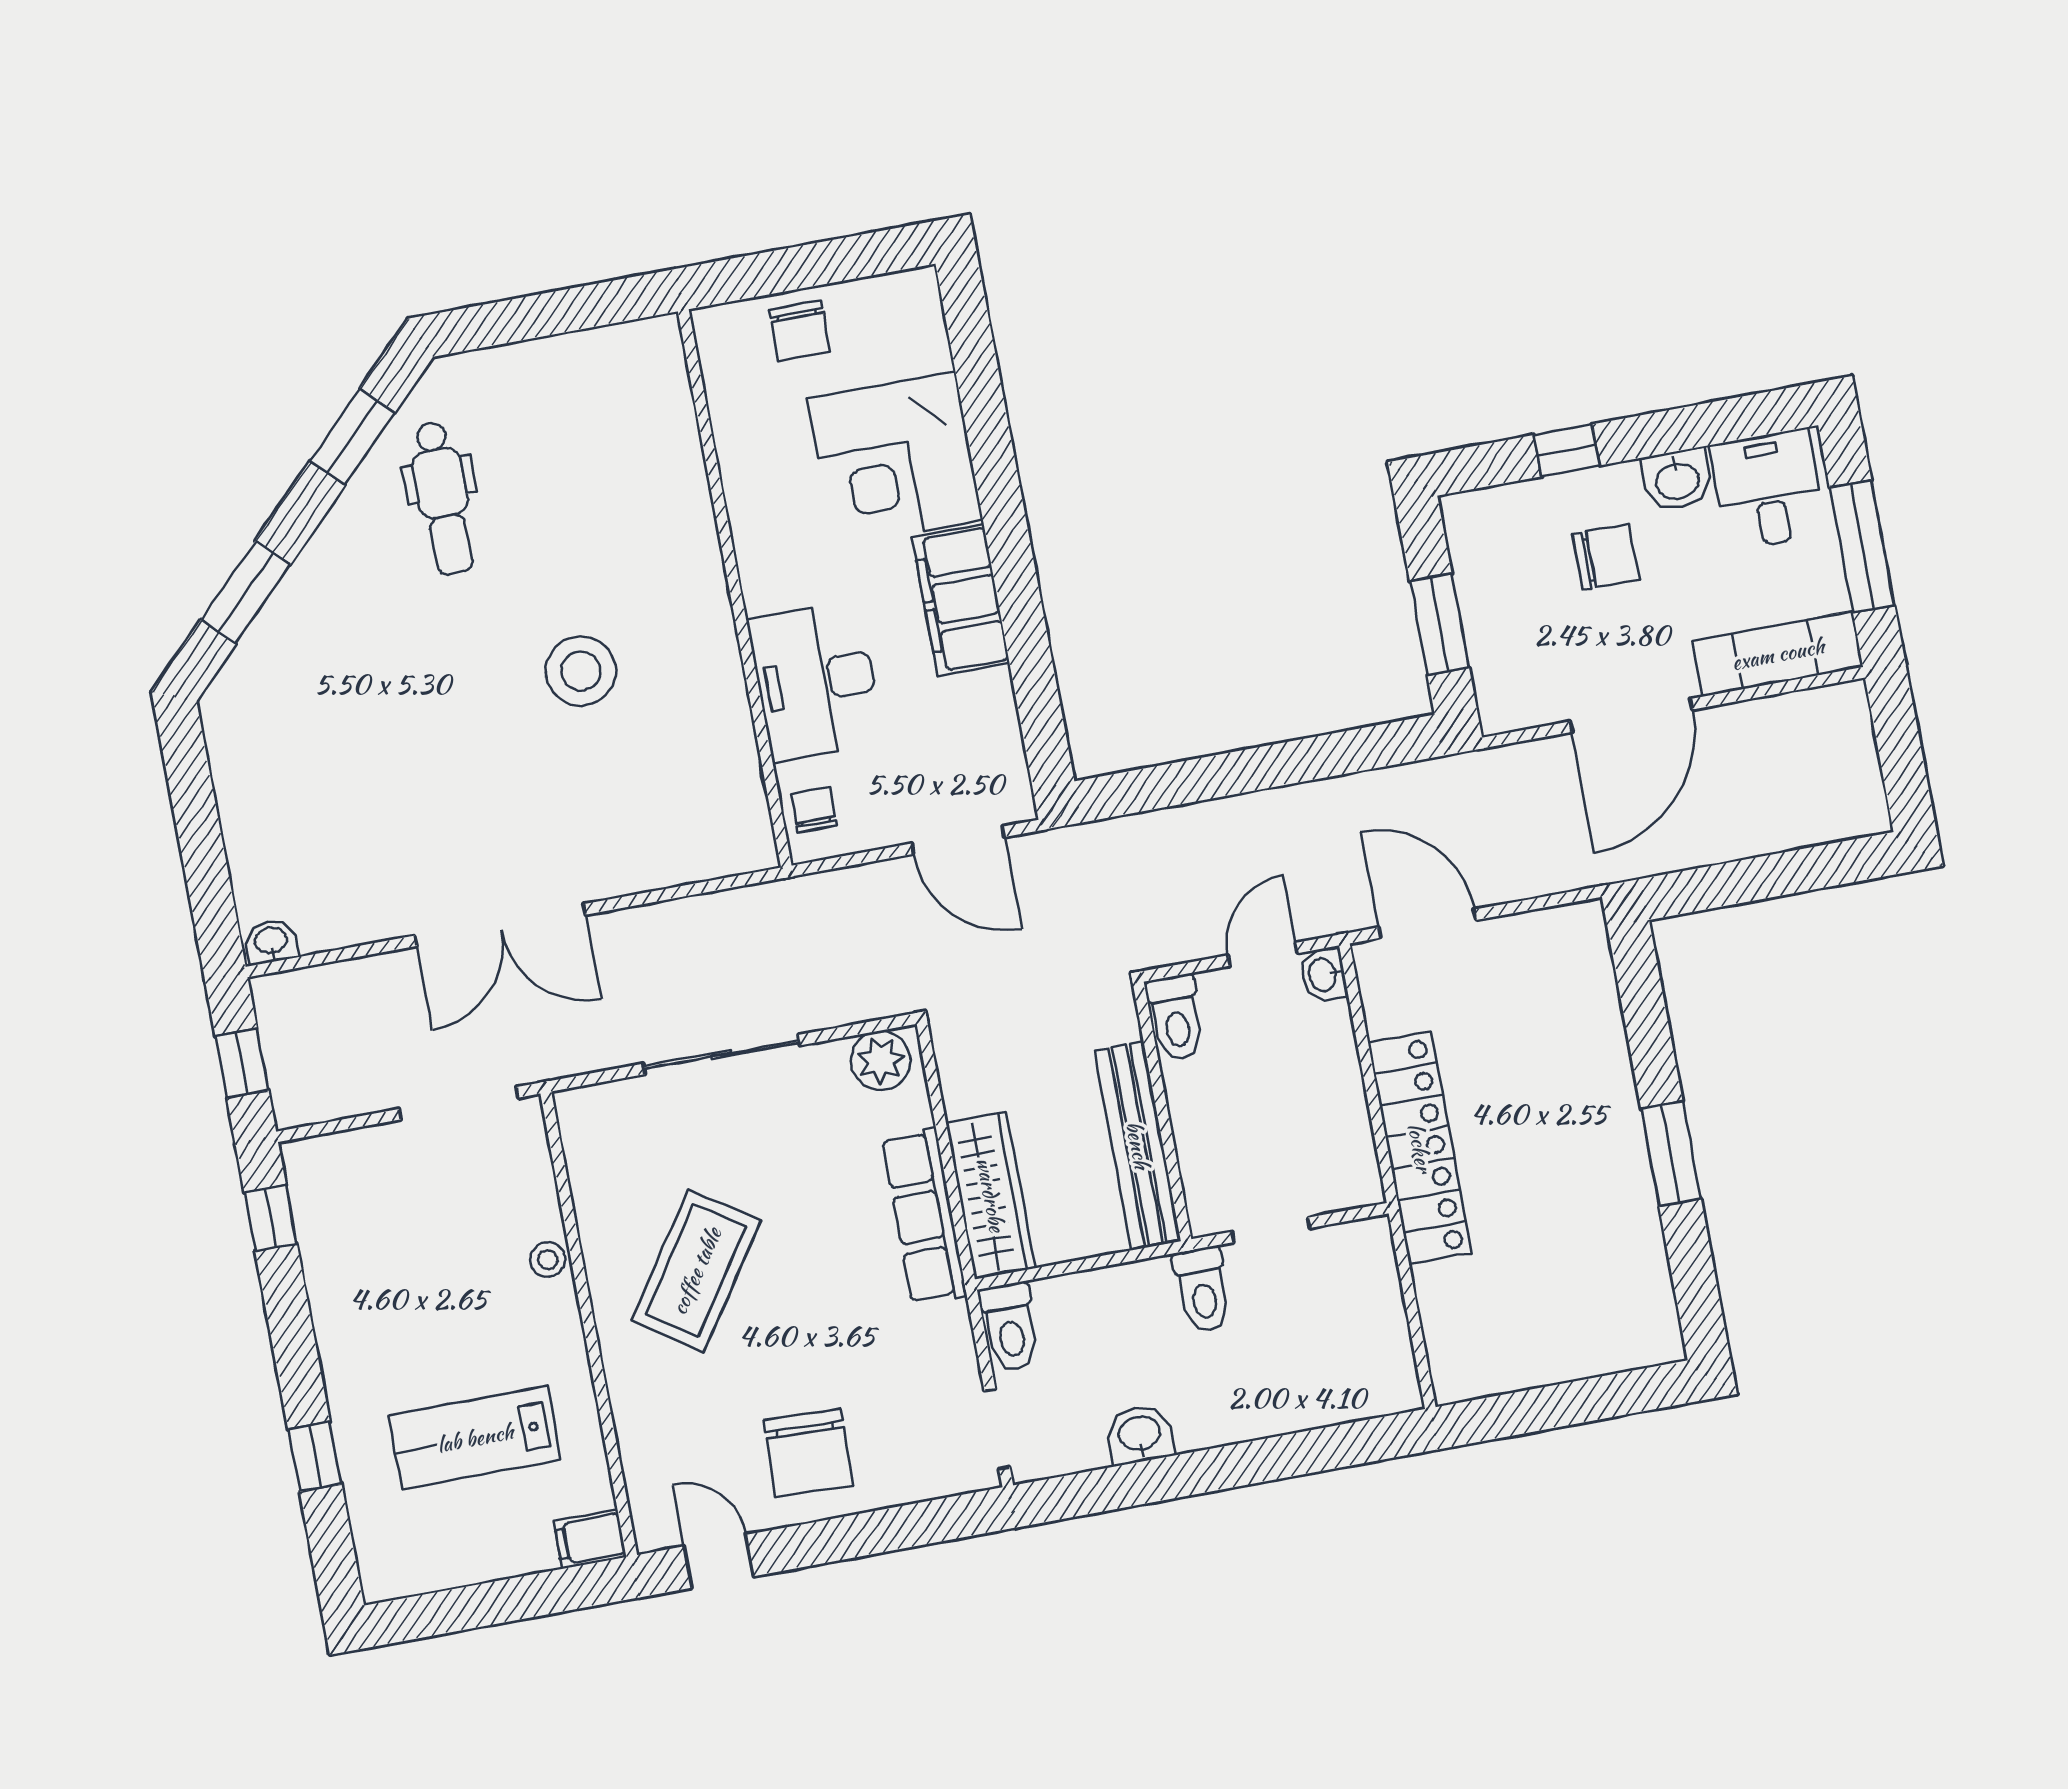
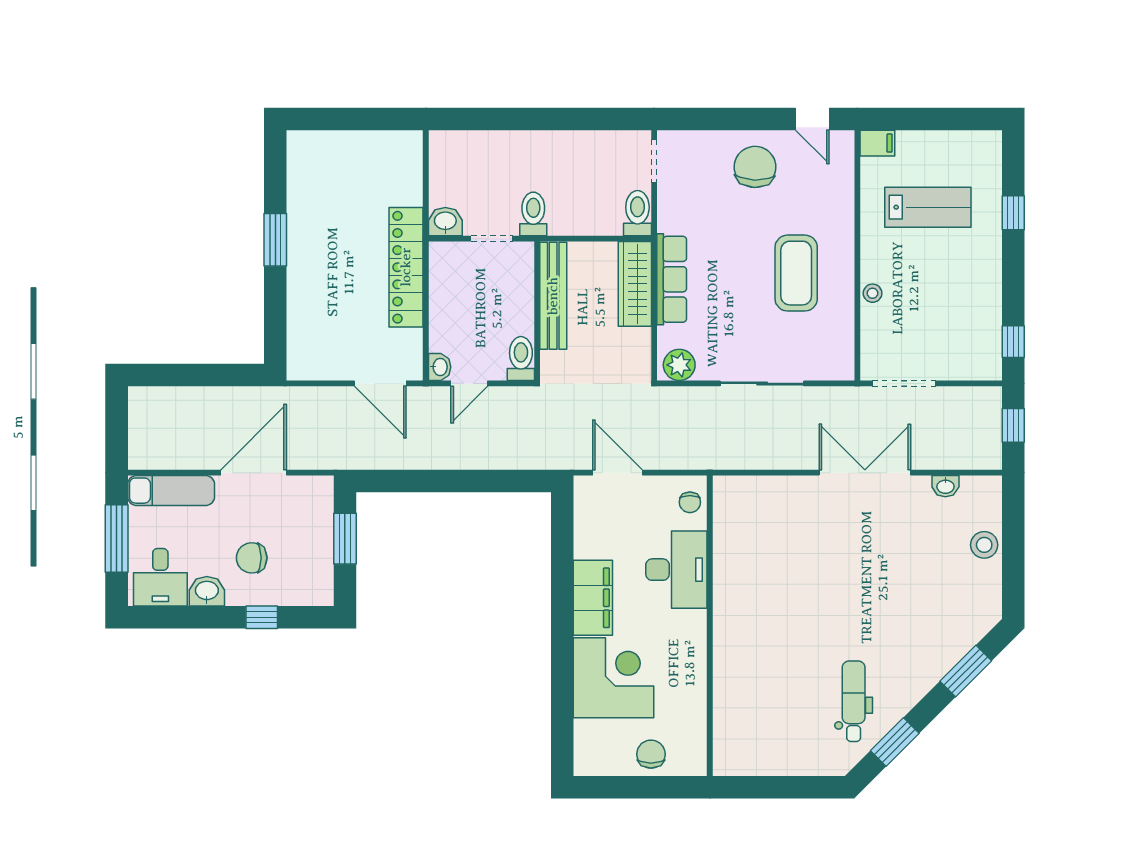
stool: (581, 671) -> (984, 545), moved, width x0.73, depth x0.73
washbasin: (271, 942) -> (945, 486), moved
coffee table: (696, 1271) -> (796, 273), turned -34
washbasin: (1140, 1435) -> (445, 222), moved, turned 180

